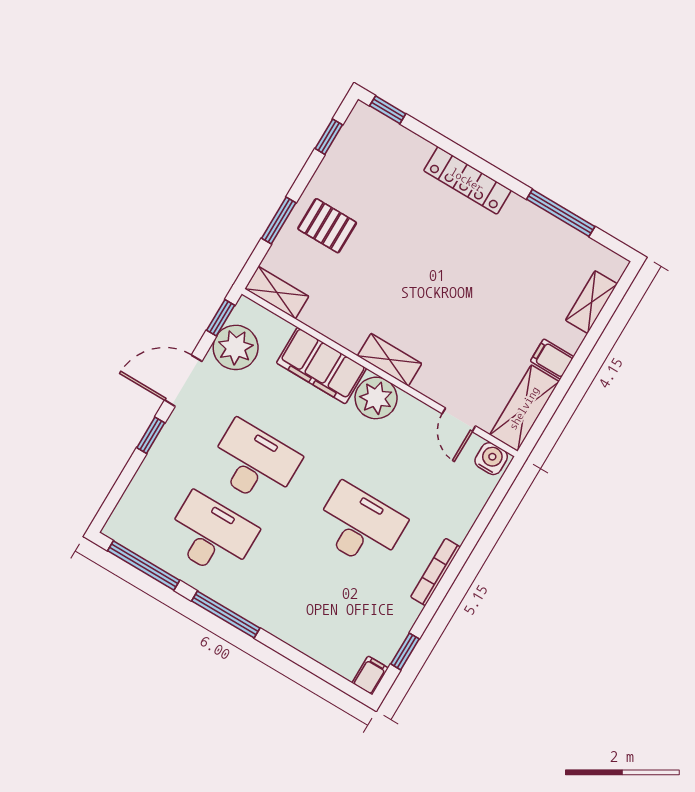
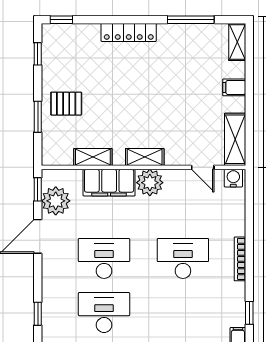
shelving: (277, 293) -> (93, 157), moved
shelving: (591, 302) -> (237, 42), moved
filing cabinet: (552, 359) -> (234, 87), moved
window: (151, 435) -> (38, 314), moved

